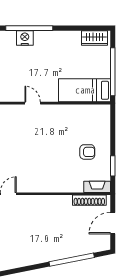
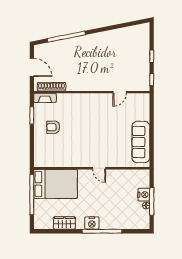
nightstand: (25, 38) -> (92, 223), moved
wardrobe: (94, 38) -> (64, 223), moved
bed: (85, 90) -> (56, 184), width x1.50
door: (113, 223) -> (32, 67), hinge flipped

